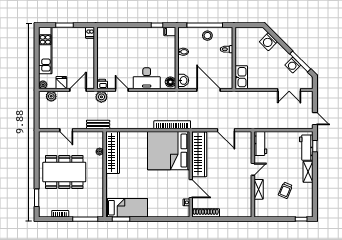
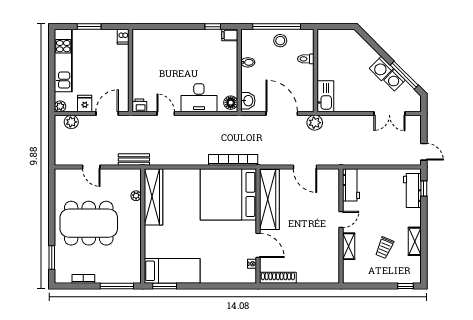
washing machine: (268, 42) -> (381, 68), moved
plant: (101, 97) -> (315, 123), moved
shelving: (308, 172) -> (415, 241), moved

